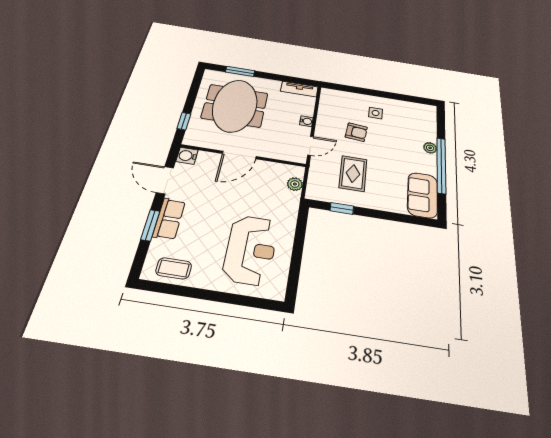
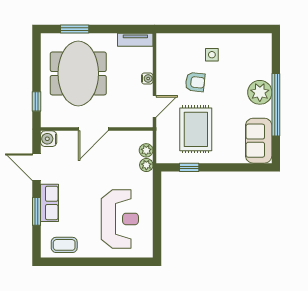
plant: (430, 148) -> (260, 92), width x1.88, depth x1.88
rug: (353, 173) -> (196, 129), width x1.36, depth x1.43
plant: (293, 198) -> (146, 165), added

